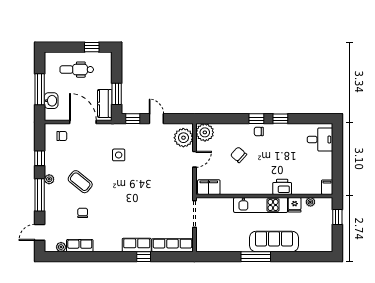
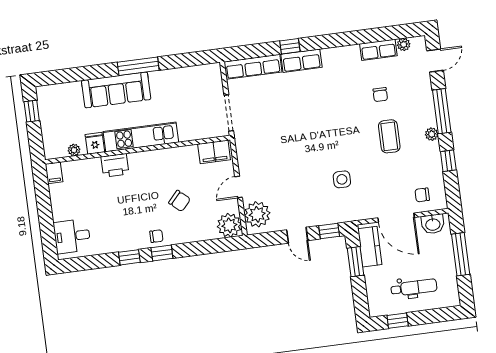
washbasin: (51, 101) -> (433, 224), moved, turned -90
coffee table: (80, 182) -> (389, 136), turned 51
window: (337, 217) -> (32, 111), moved

